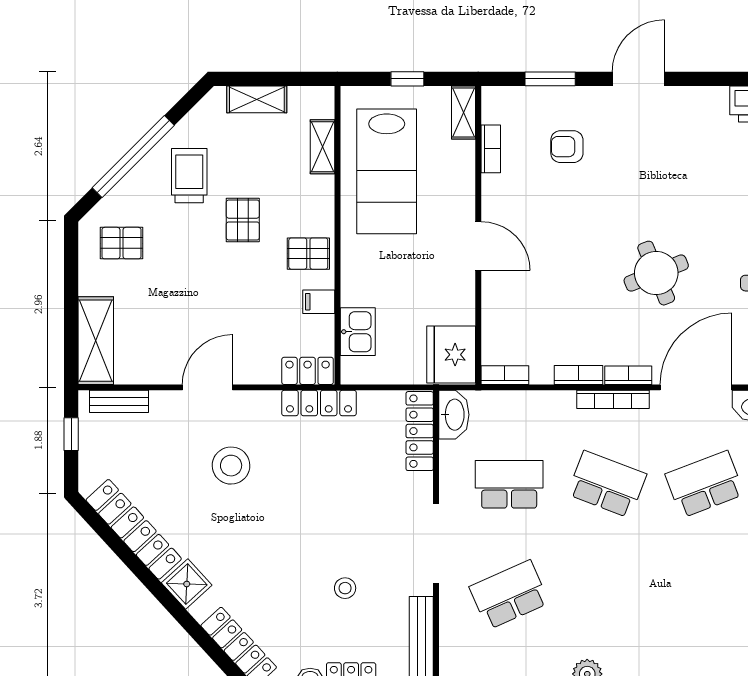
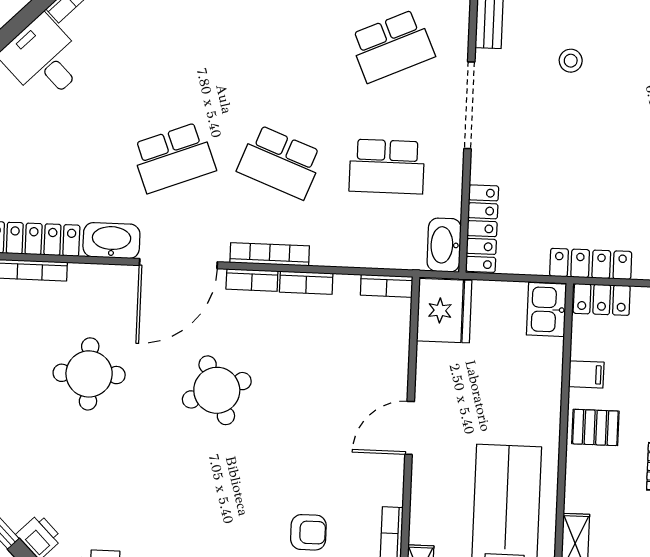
door: (478, 246) -> (410, 428), hinge flipped
kitchen sink: (358, 332) -> (546, 309), moved

